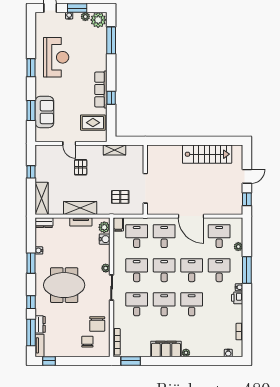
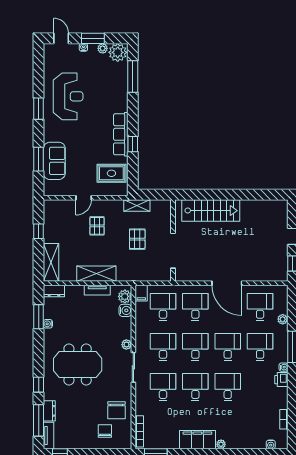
door: (69, 143) -> (84, 198), hinge flipped
stairs: (207, 154) -> (211, 211), moved
pallet: (120, 197) -> (137, 239), moved, turned 90
window: (31, 263) -> (39, 317), moved

